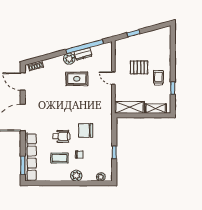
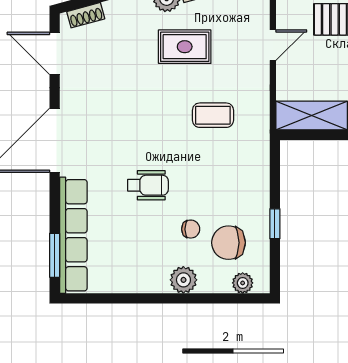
door: (113, 78) -> (273, 45), swing flipped
chair: (86, 130) -> (228, 243), moved
coffee table: (59, 158) -> (213, 115), moved

